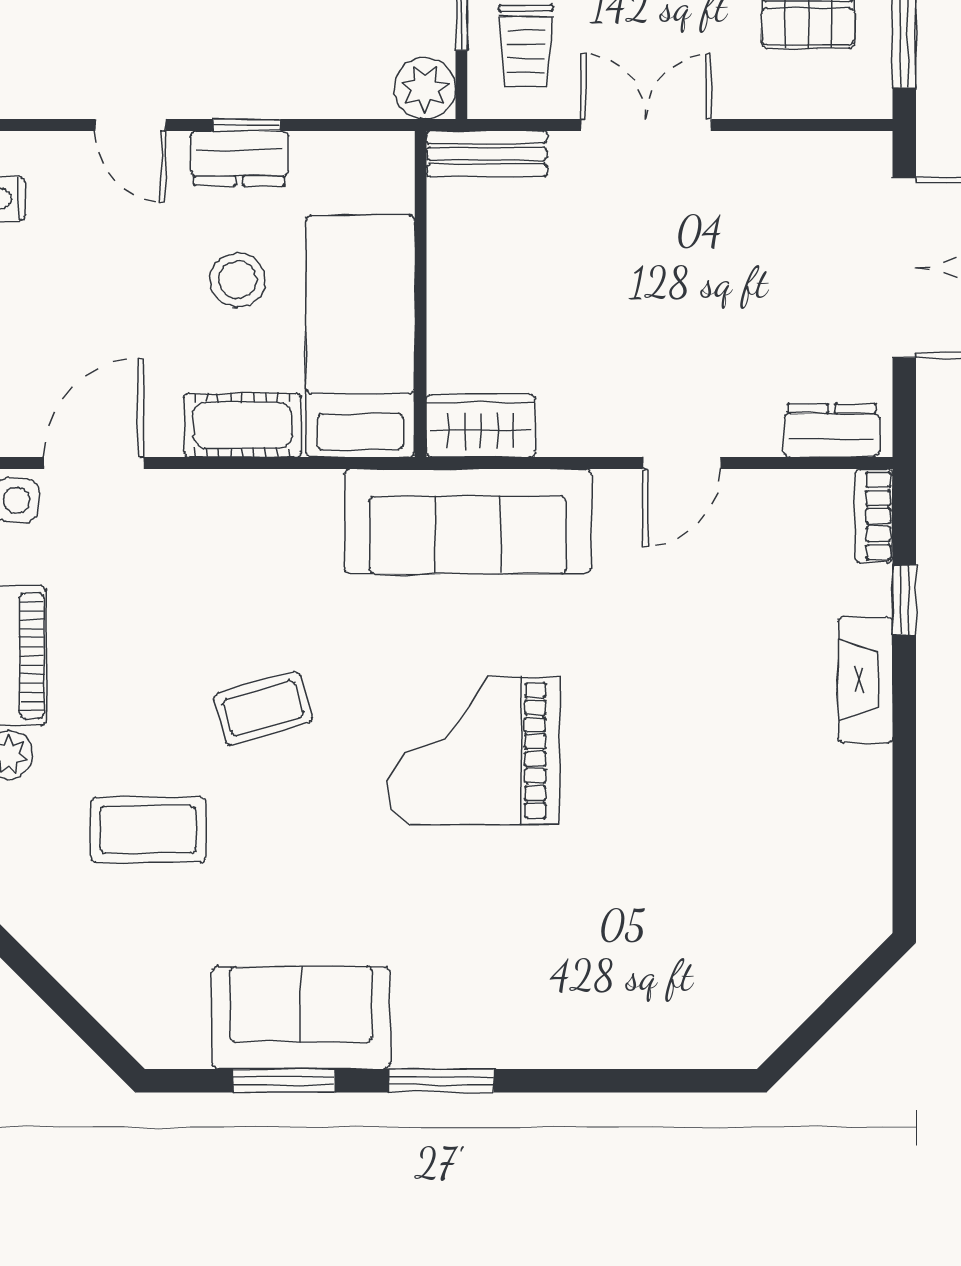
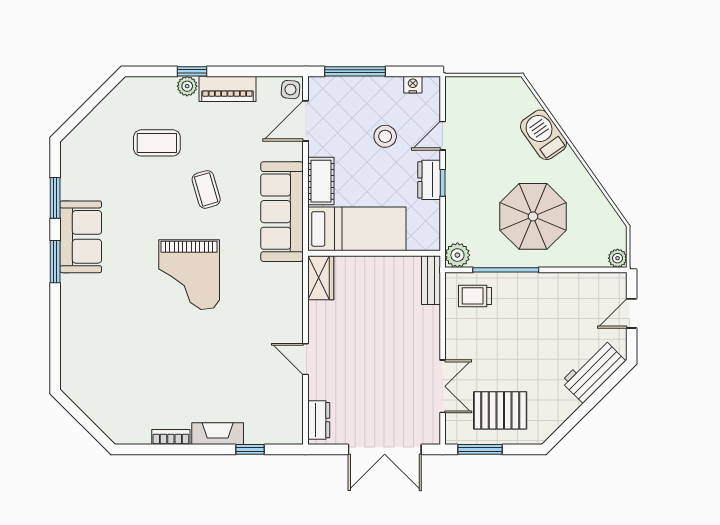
double door: (646, 125) -> (443, 386), moved
stool: (238, 280) -> (385, 136), moved
door: (94, 463) -> (306, 121), swing flipped
bookcase: (874, 516) -> (171, 437), moved
sofa: (468, 521) -> (282, 212), moved
grand piano: (473, 750) -> (189, 275), turned 180
coffee table: (148, 830) -> (157, 143), turned 90
sofa: (301, 1018) -> (81, 237), moved

